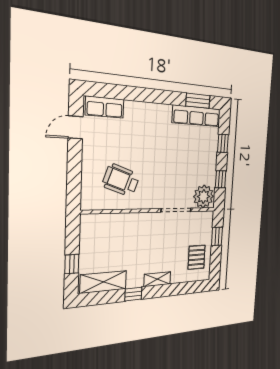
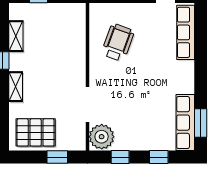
row of seats: (105, 107) -> (186, 32), width x1.48
pallet: (197, 257) -> (36, 132), width x1.50, depth x1.42
shelving: (103, 282) -> (16, 36), width x0.67, depth x0.75

